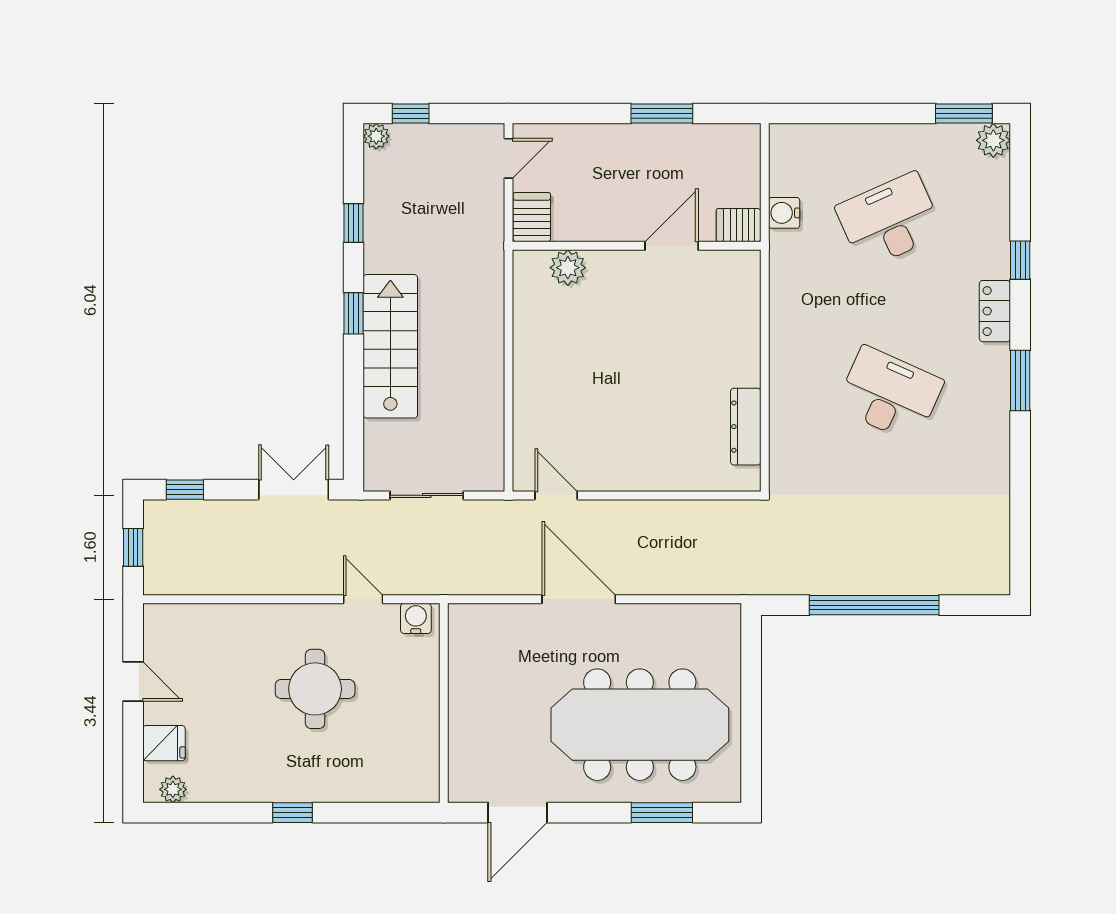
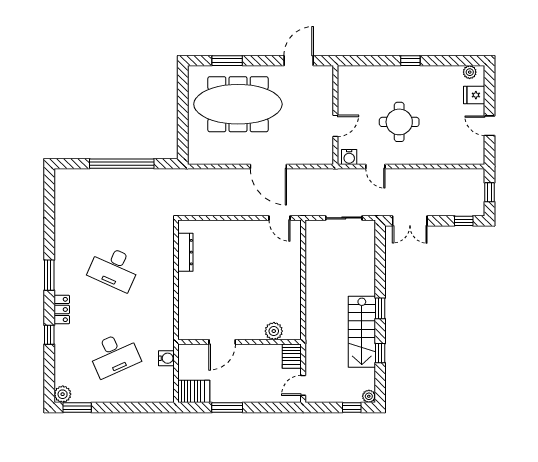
server rack: (739, 225) -> (194, 391), moved, width x1.36, depth x1.44
stairs: (390, 346) -> (362, 332), moved
door: (444, 681) -> (335, 126), added

